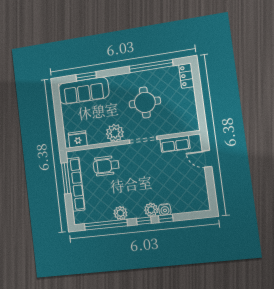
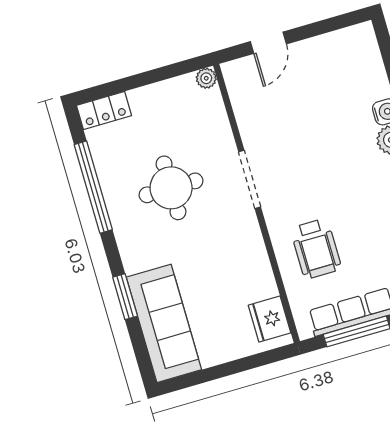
window: (86, 76) -> (125, 297), moved
plant: (115, 133) -> (206, 78), moved, width x0.53, depth x0.53
row of seats: (175, 144) -> (248, 112), removed

